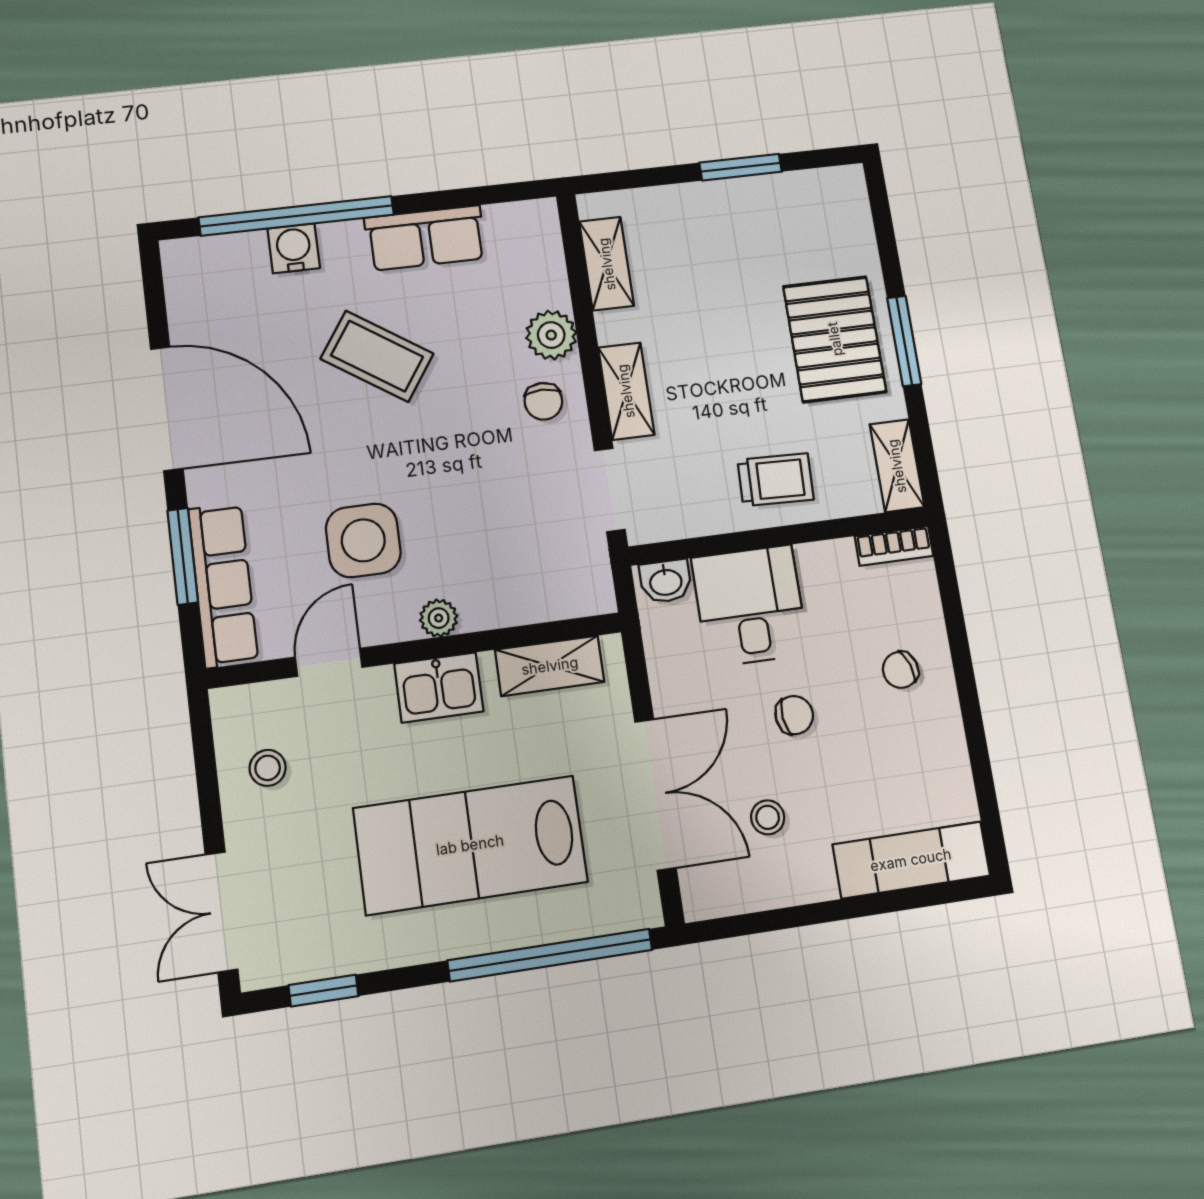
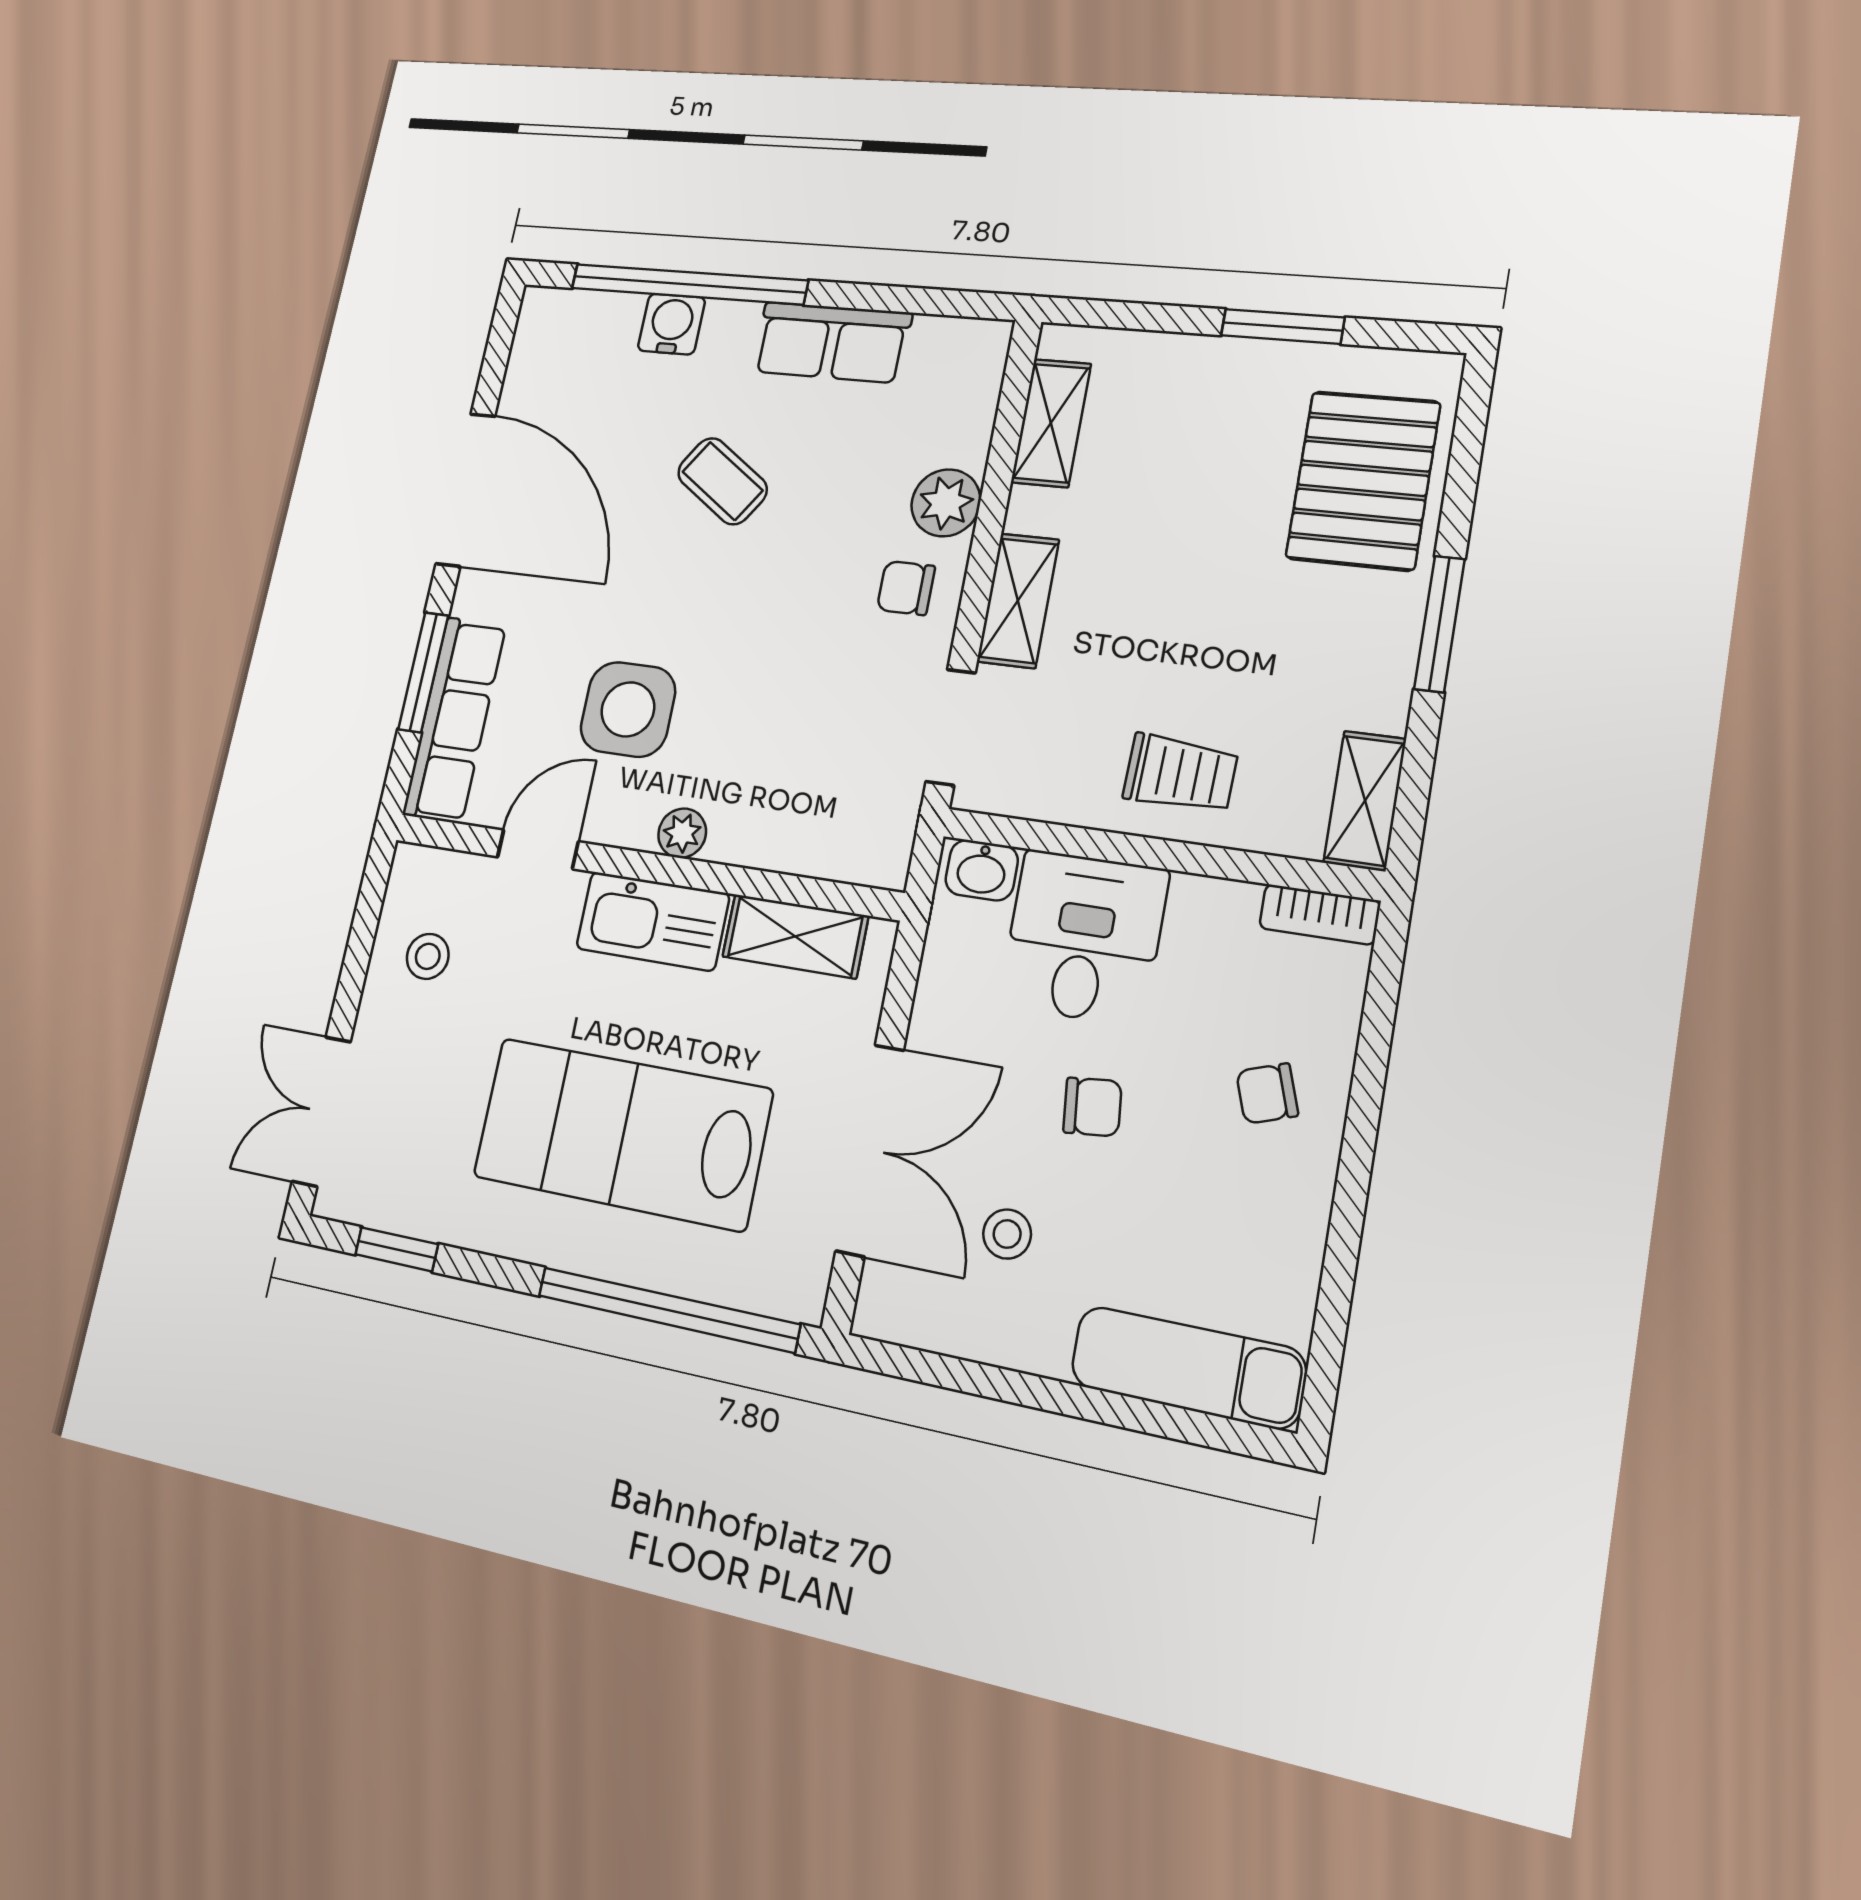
pallet: (835, 339) -> (1363, 480), moved
coffee table: (377, 356) -> (722, 481), width x0.73, depth x0.77
chair: (543, 401) -> (906, 588), turned 90
kitchen sink: (439, 687) -> (653, 921), width x1.38

